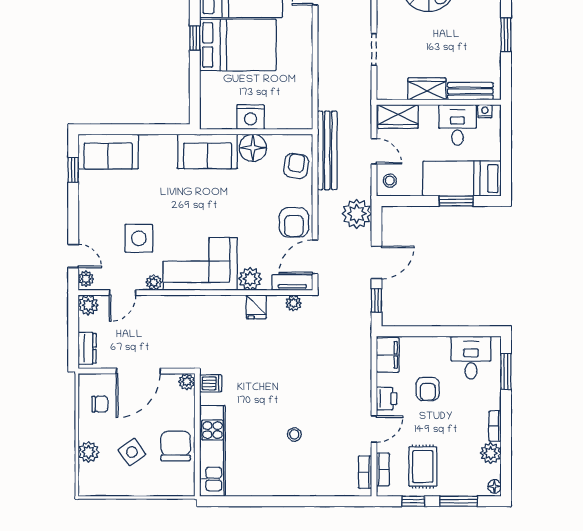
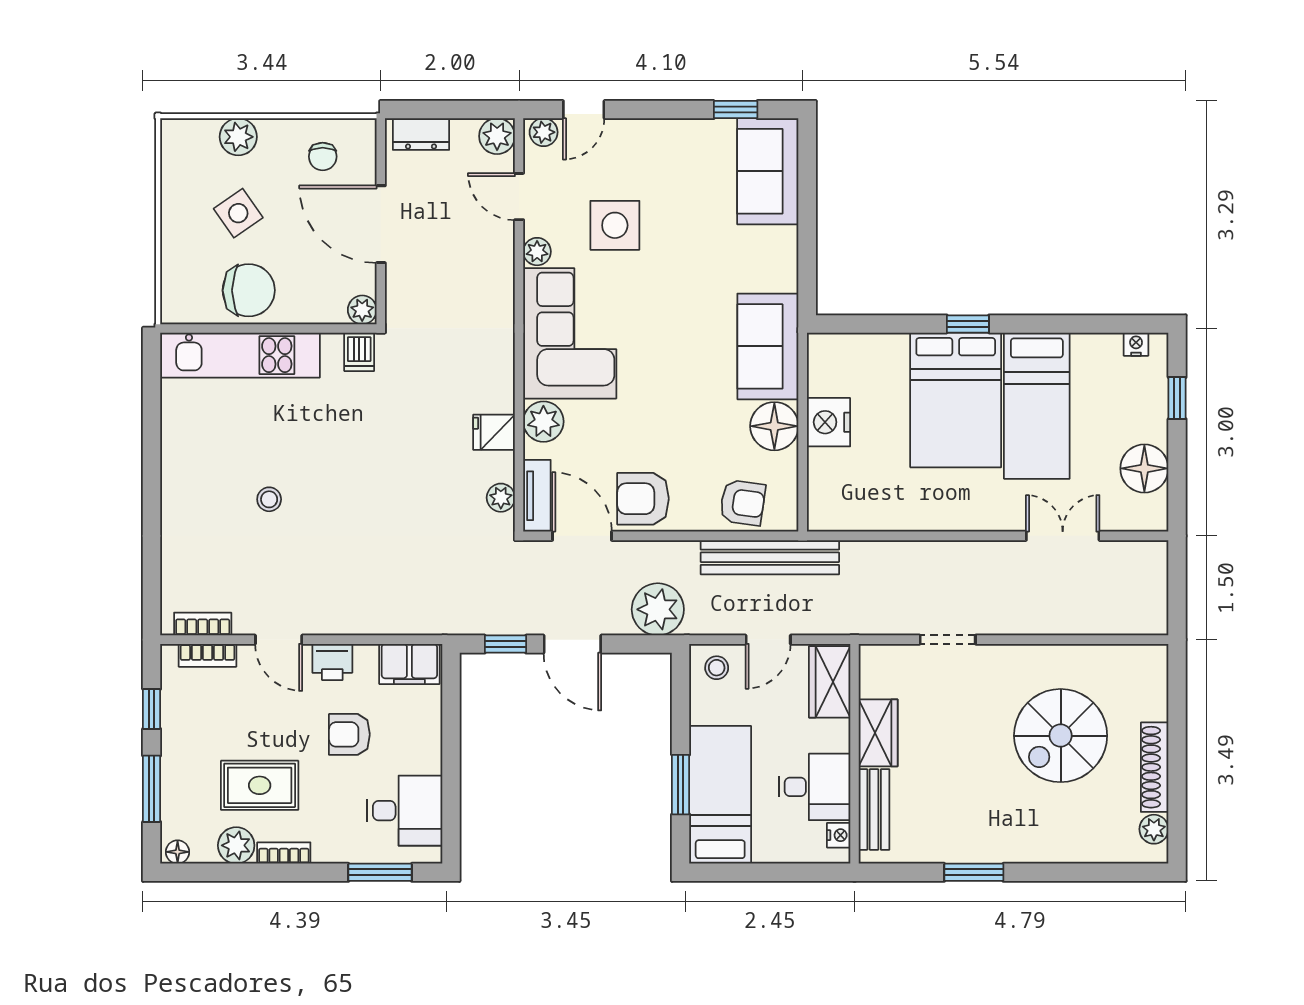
rug: (423, 467) -> (260, 785), moved

